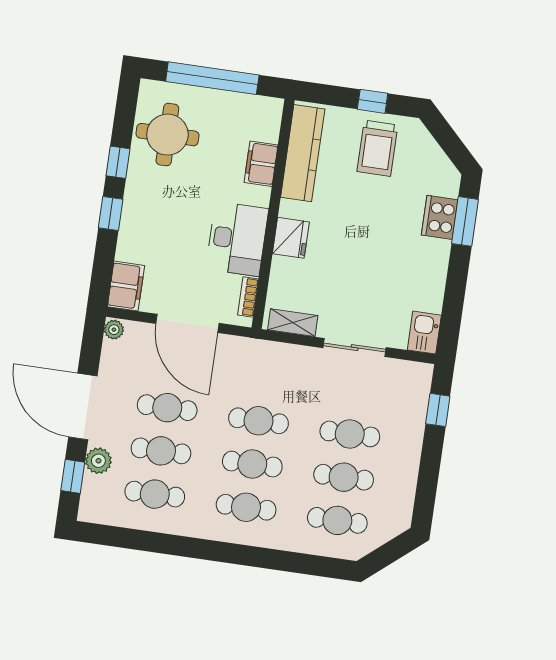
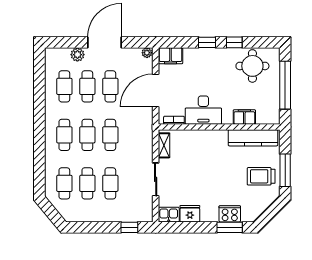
window: (373, 101) -> (285, 170), width x2.17
fridge: (291, 238) -> (190, 214), moved, turned 180
window: (73, 476) -> (67, 42), removed

